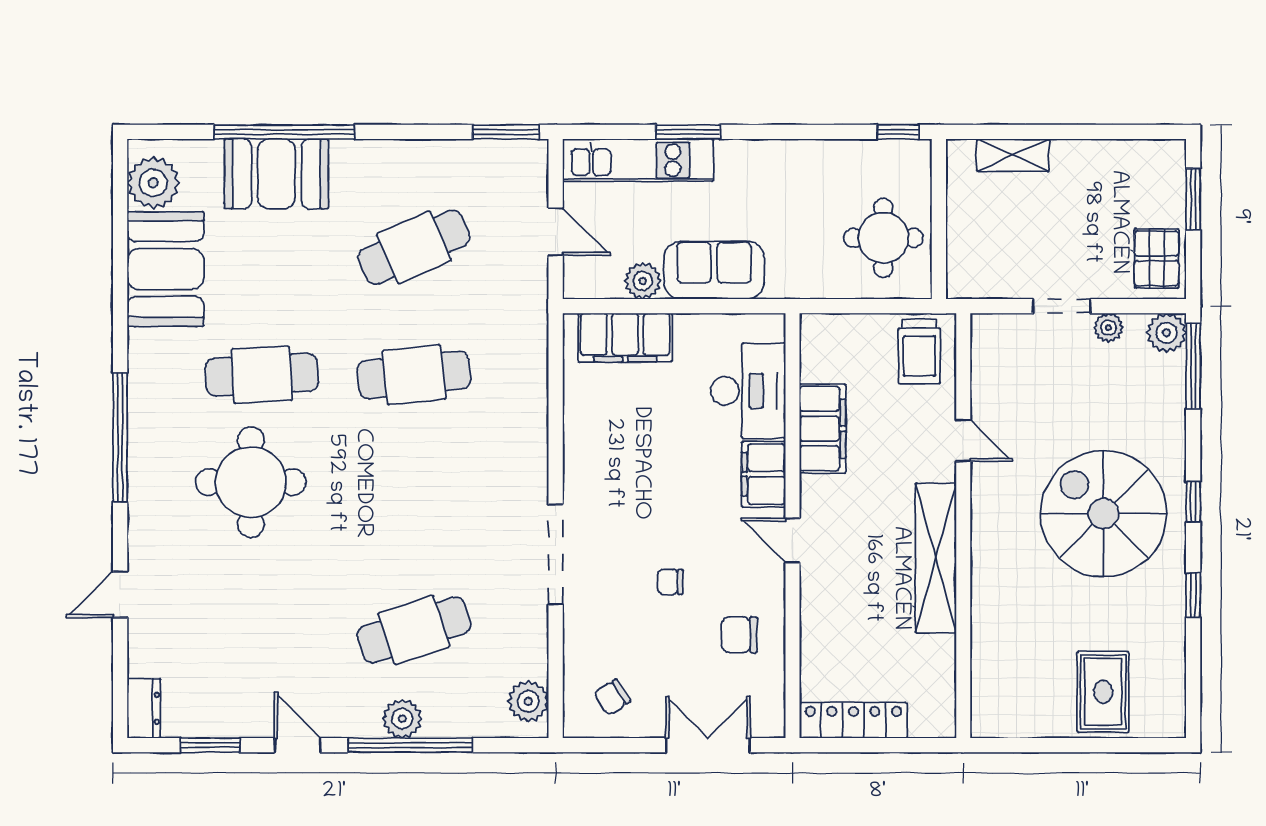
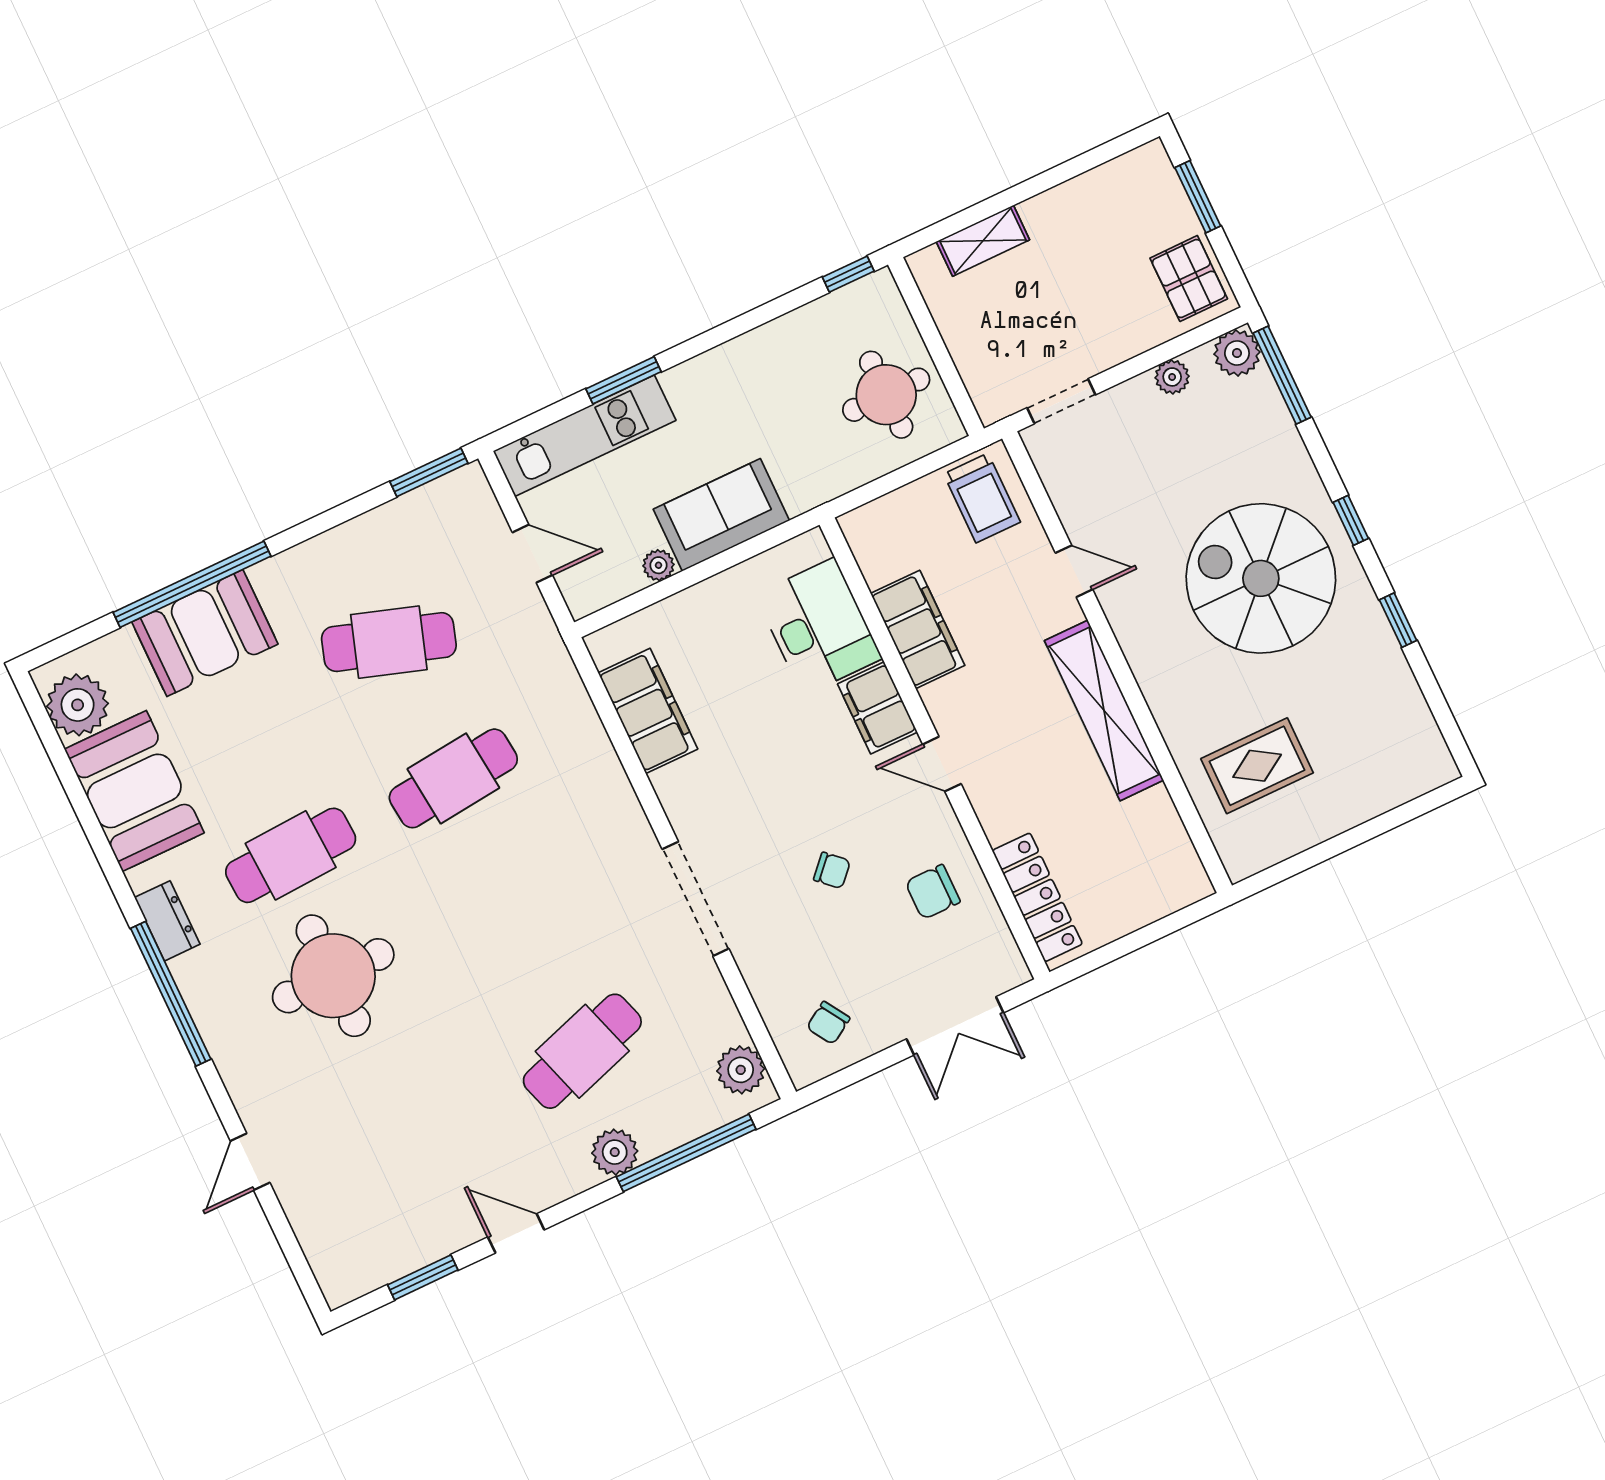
cafe table: (414, 247) -> (389, 642), turned 42
plant: (643, 281) -> (658, 565), width x0.73, depth x0.73
doorway: (1062, 306) -> (1061, 401), moved
filing cabinet: (625, 338) -> (648, 711), moved, turned -90
chair: (670, 582) -> (832, 870), turned -137
rug: (1103, 692) -> (1257, 766), moved, turned 90
dresser: (144, 708) -> (167, 921), moved
locker: (853, 720) -> (1037, 897), moved, turned 90
window: (410, 745) -> (686, 1153), moved
double door: (708, 745) -> (955, 1026), swing flipped

